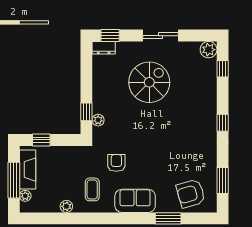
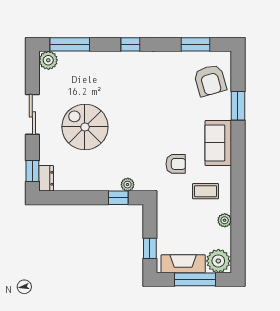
window: (223, 69) -> (70, 44), width x2.17
armchair: (116, 163) -> (176, 164), turned 180
plant: (25, 196) -> (218, 261), width x1.88, depth x1.88

